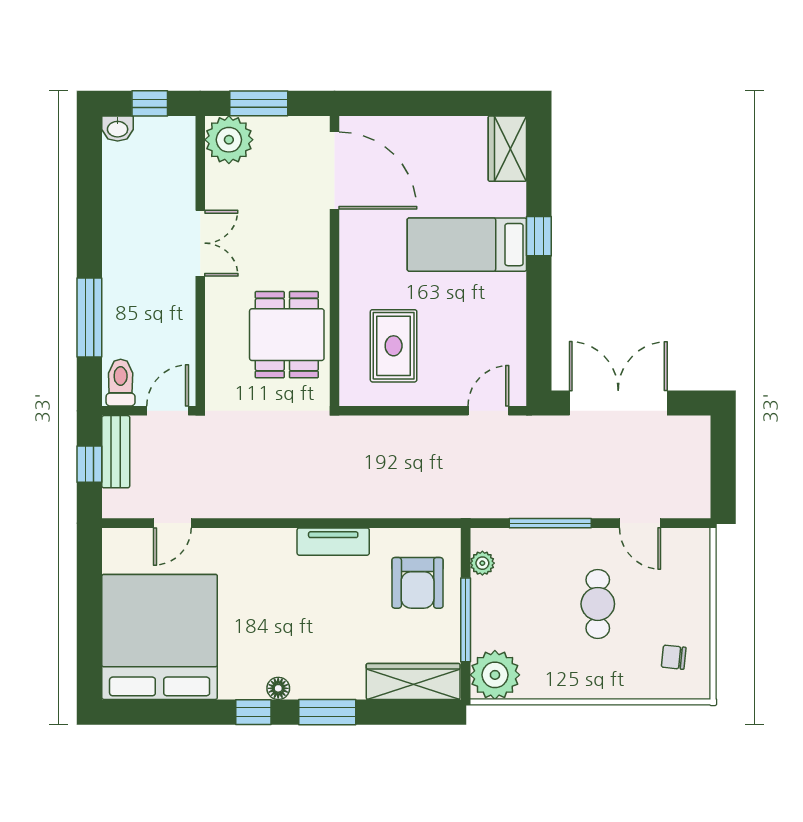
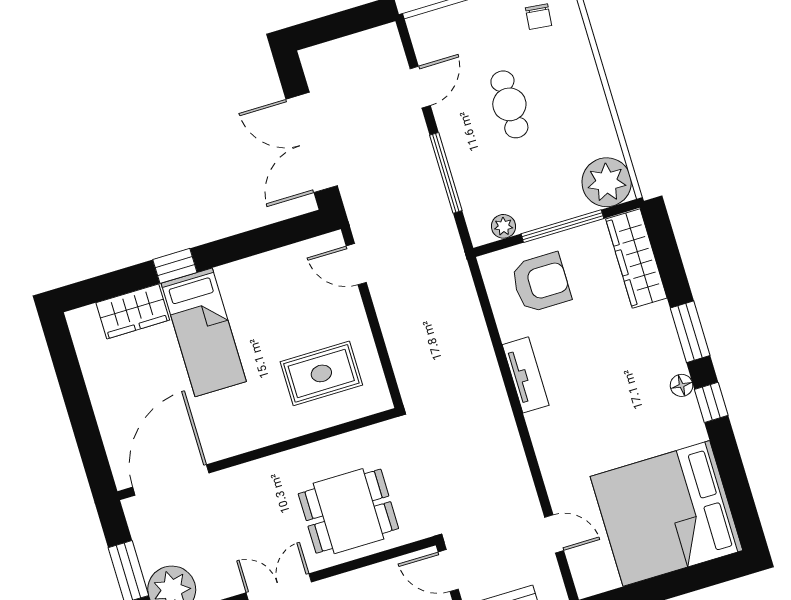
wardrobe: (507, 149) -> (133, 311), moved
dining table: (287, 335) -> (348, 511), moved
cafe table: (598, 604) -> (509, 104), turned 90

